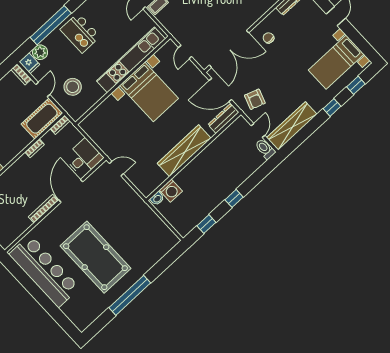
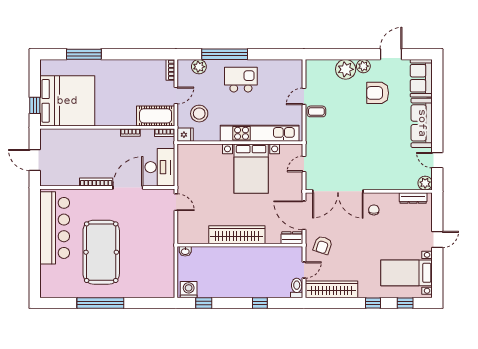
kitchen island: (80, 33) -> (241, 80), turned 90
fridge: (29, 63) -> (185, 135), moved, turned -90
dresser: (223, 118) -> (292, 238), width x0.70
desk: (84, 157) -> (160, 167), width x1.37
washing machine: (171, 191) -> (189, 290), moved, turned 180
window: (234, 198) -> (260, 303), moved

